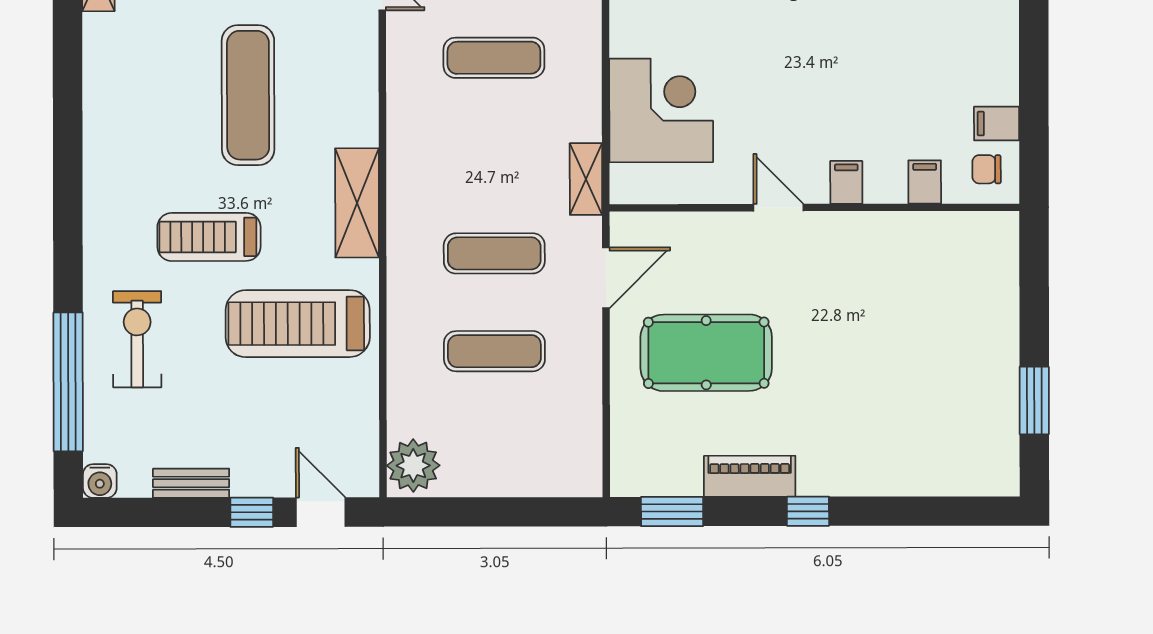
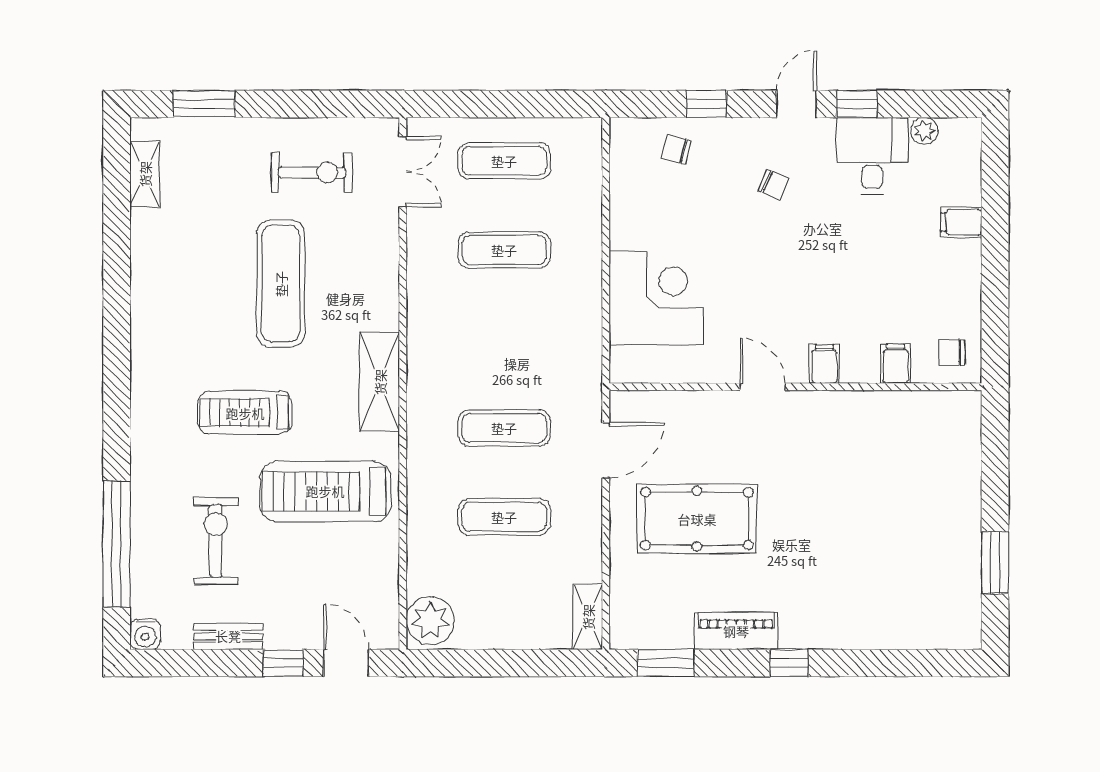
filing cabinet: (997, 124) -> (961, 222), moved
shelving: (586, 179) -> (588, 617), moved
exercise bike: (137, 339) -> (216, 541), moved

